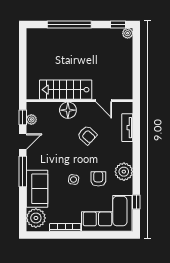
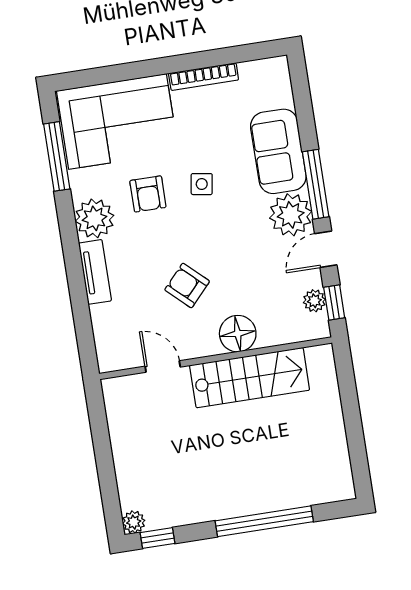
tv unit: (127, 128) -> (95, 272), moved
window: (136, 202) -> (57, 156), width x2.17
plant: (36, 218) -> (291, 215), moved

